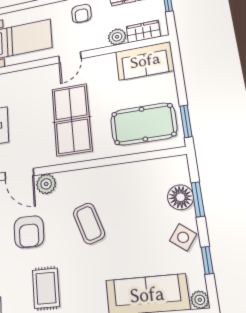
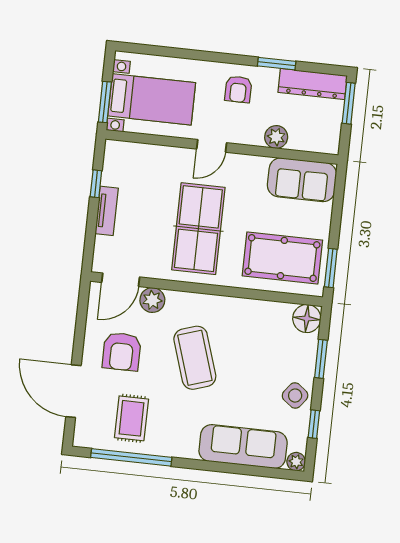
wardrobe: (143, 31) -> (309, 140), removed
door: (19, 174) -> (121, 280), hinge flipped
floor lamp: (180, 197) -> (307, 318), moved
coffee table: (89, 223) -> (195, 358), width x1.36, depth x1.32

